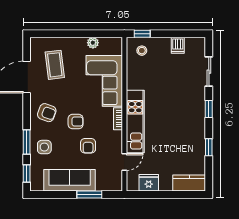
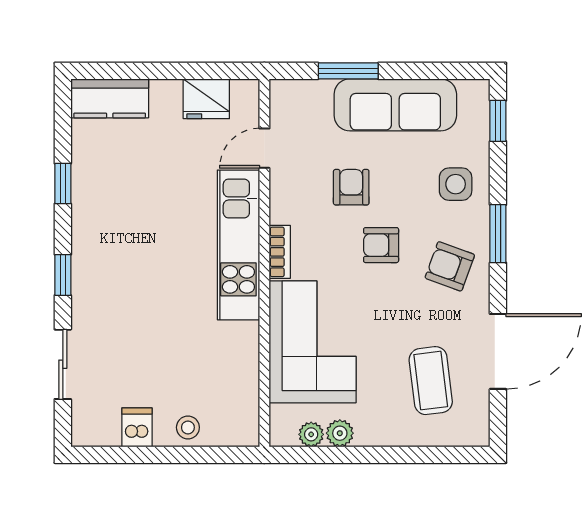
window: (142, 34) -> (222, 455), removed
plant: (105, 42) -> (311, 434), added
stool: (142, 51) -> (188, 427), moved
window: (27, 142) -> (498, 234), moved

